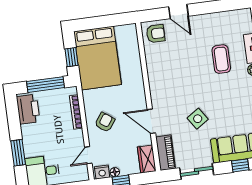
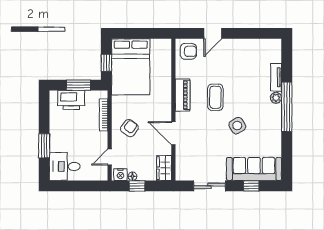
door: (178, 12) -> (213, 33), hinge flipped
coffee table: (221, 59) -> (215, 97), moved
window: (45, 85) -> (78, 85), width x0.69
printer: (28, 109) -> (71, 100), moved, turned 90
side table: (198, 119) -> (237, 126), moved
piano: (165, 153) -> (183, 95), moved

